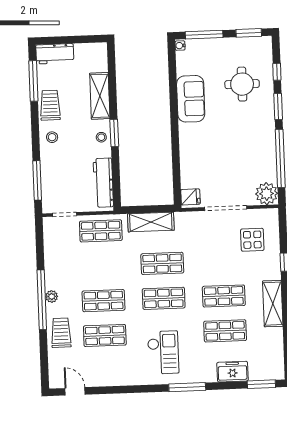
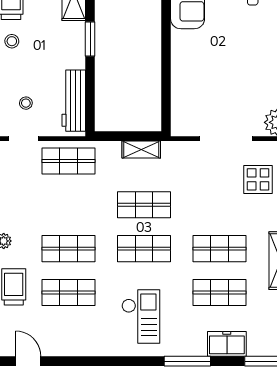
stool: (101, 137) -> (26, 103), moved
fridge: (190, 197) -> (183, 123), removed
shelving: (151, 222) -> (141, 149), width x0.67, depth x0.75
window: (187, 387) -> (187, 361), moved

